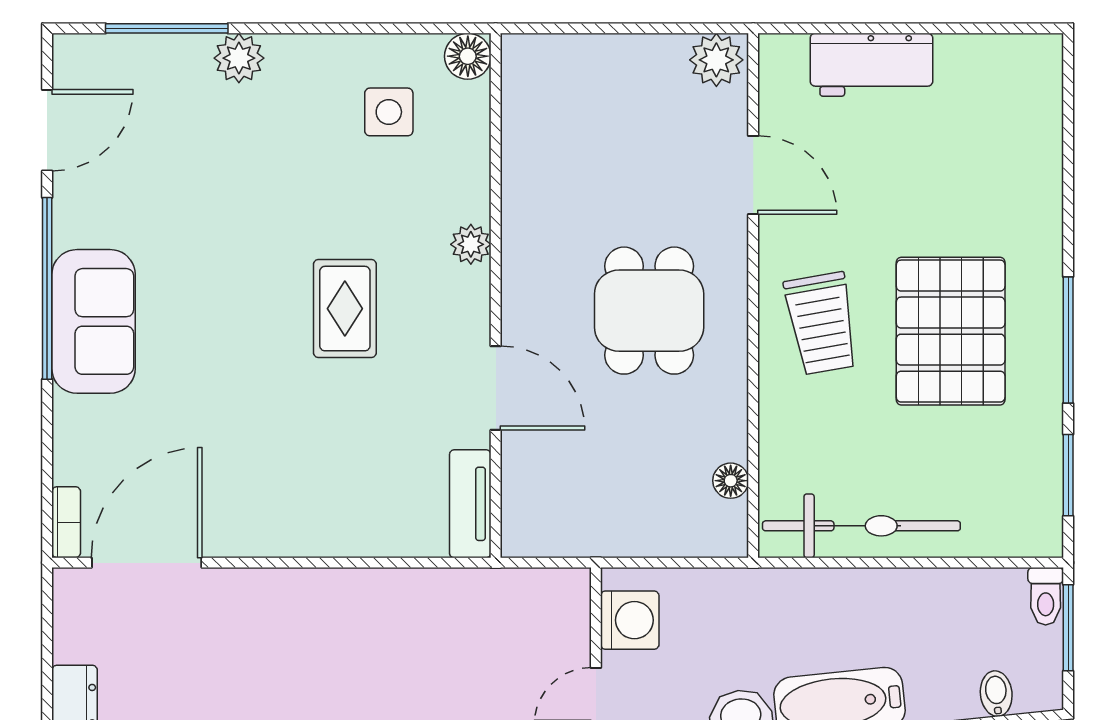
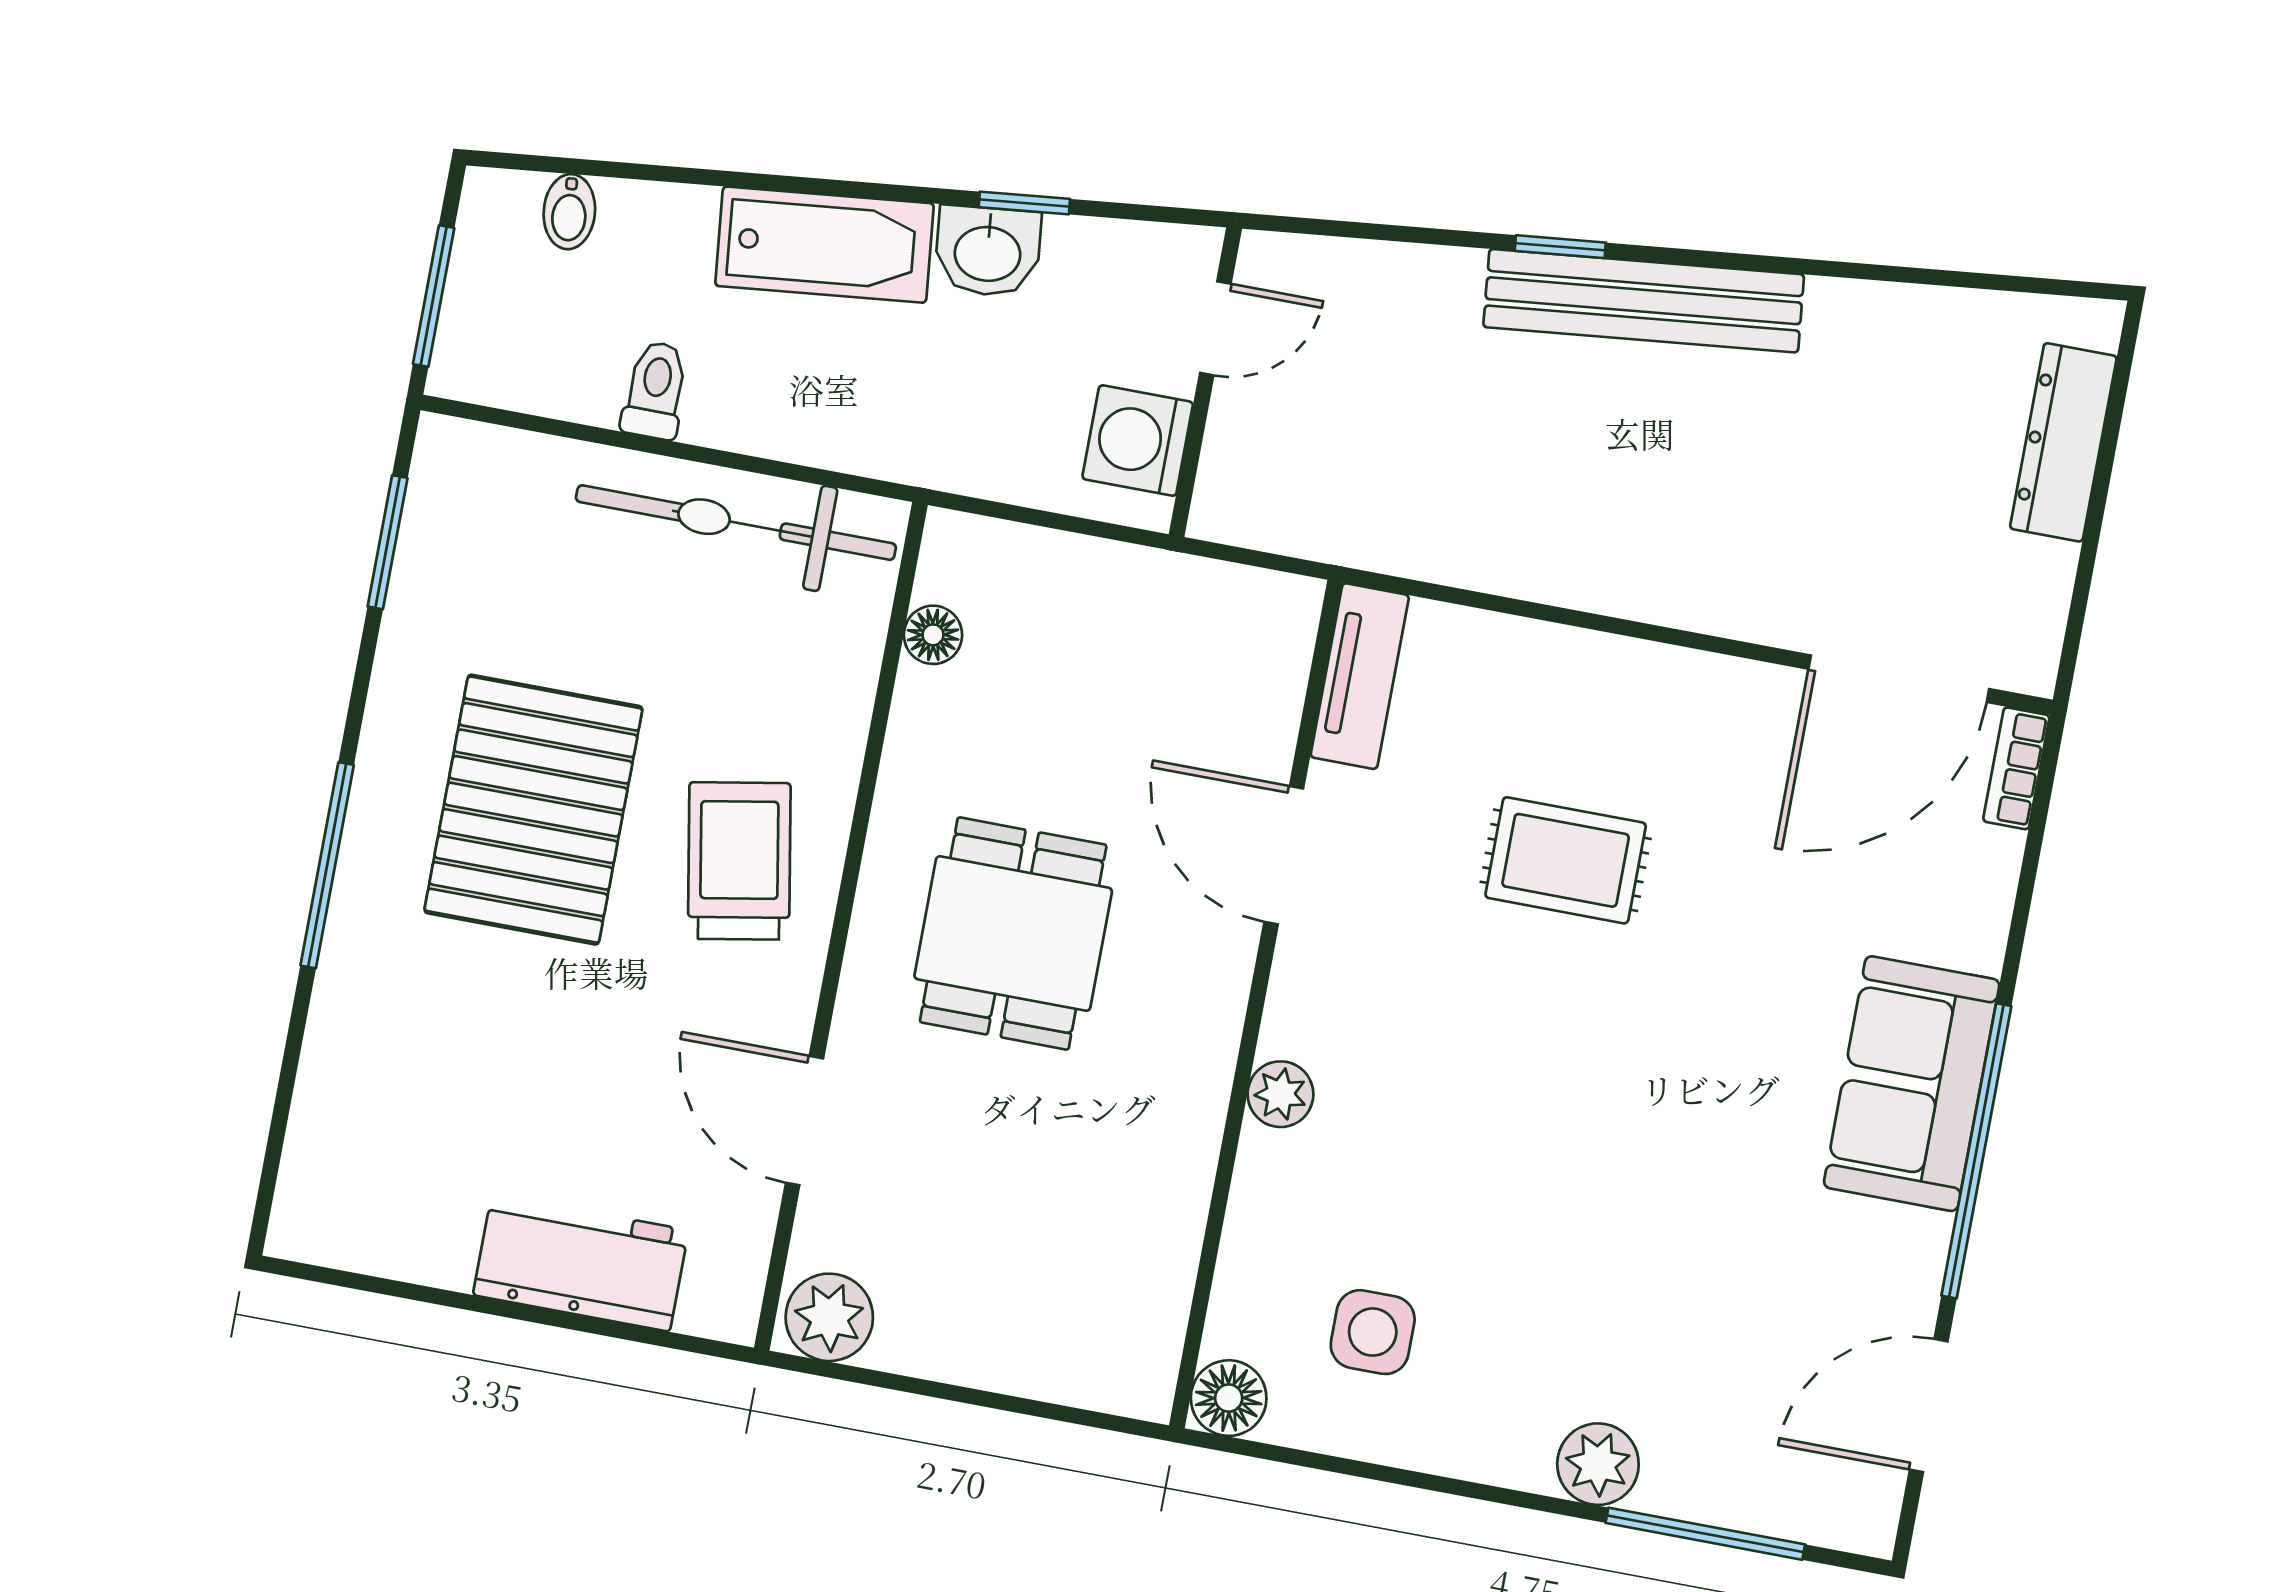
rug: (345, 309) -> (1566, 860), moved, turned 90
window: (1068, 340) -> (327, 865), moved
toilet: (1046, 596) -> (655, 390), moved

